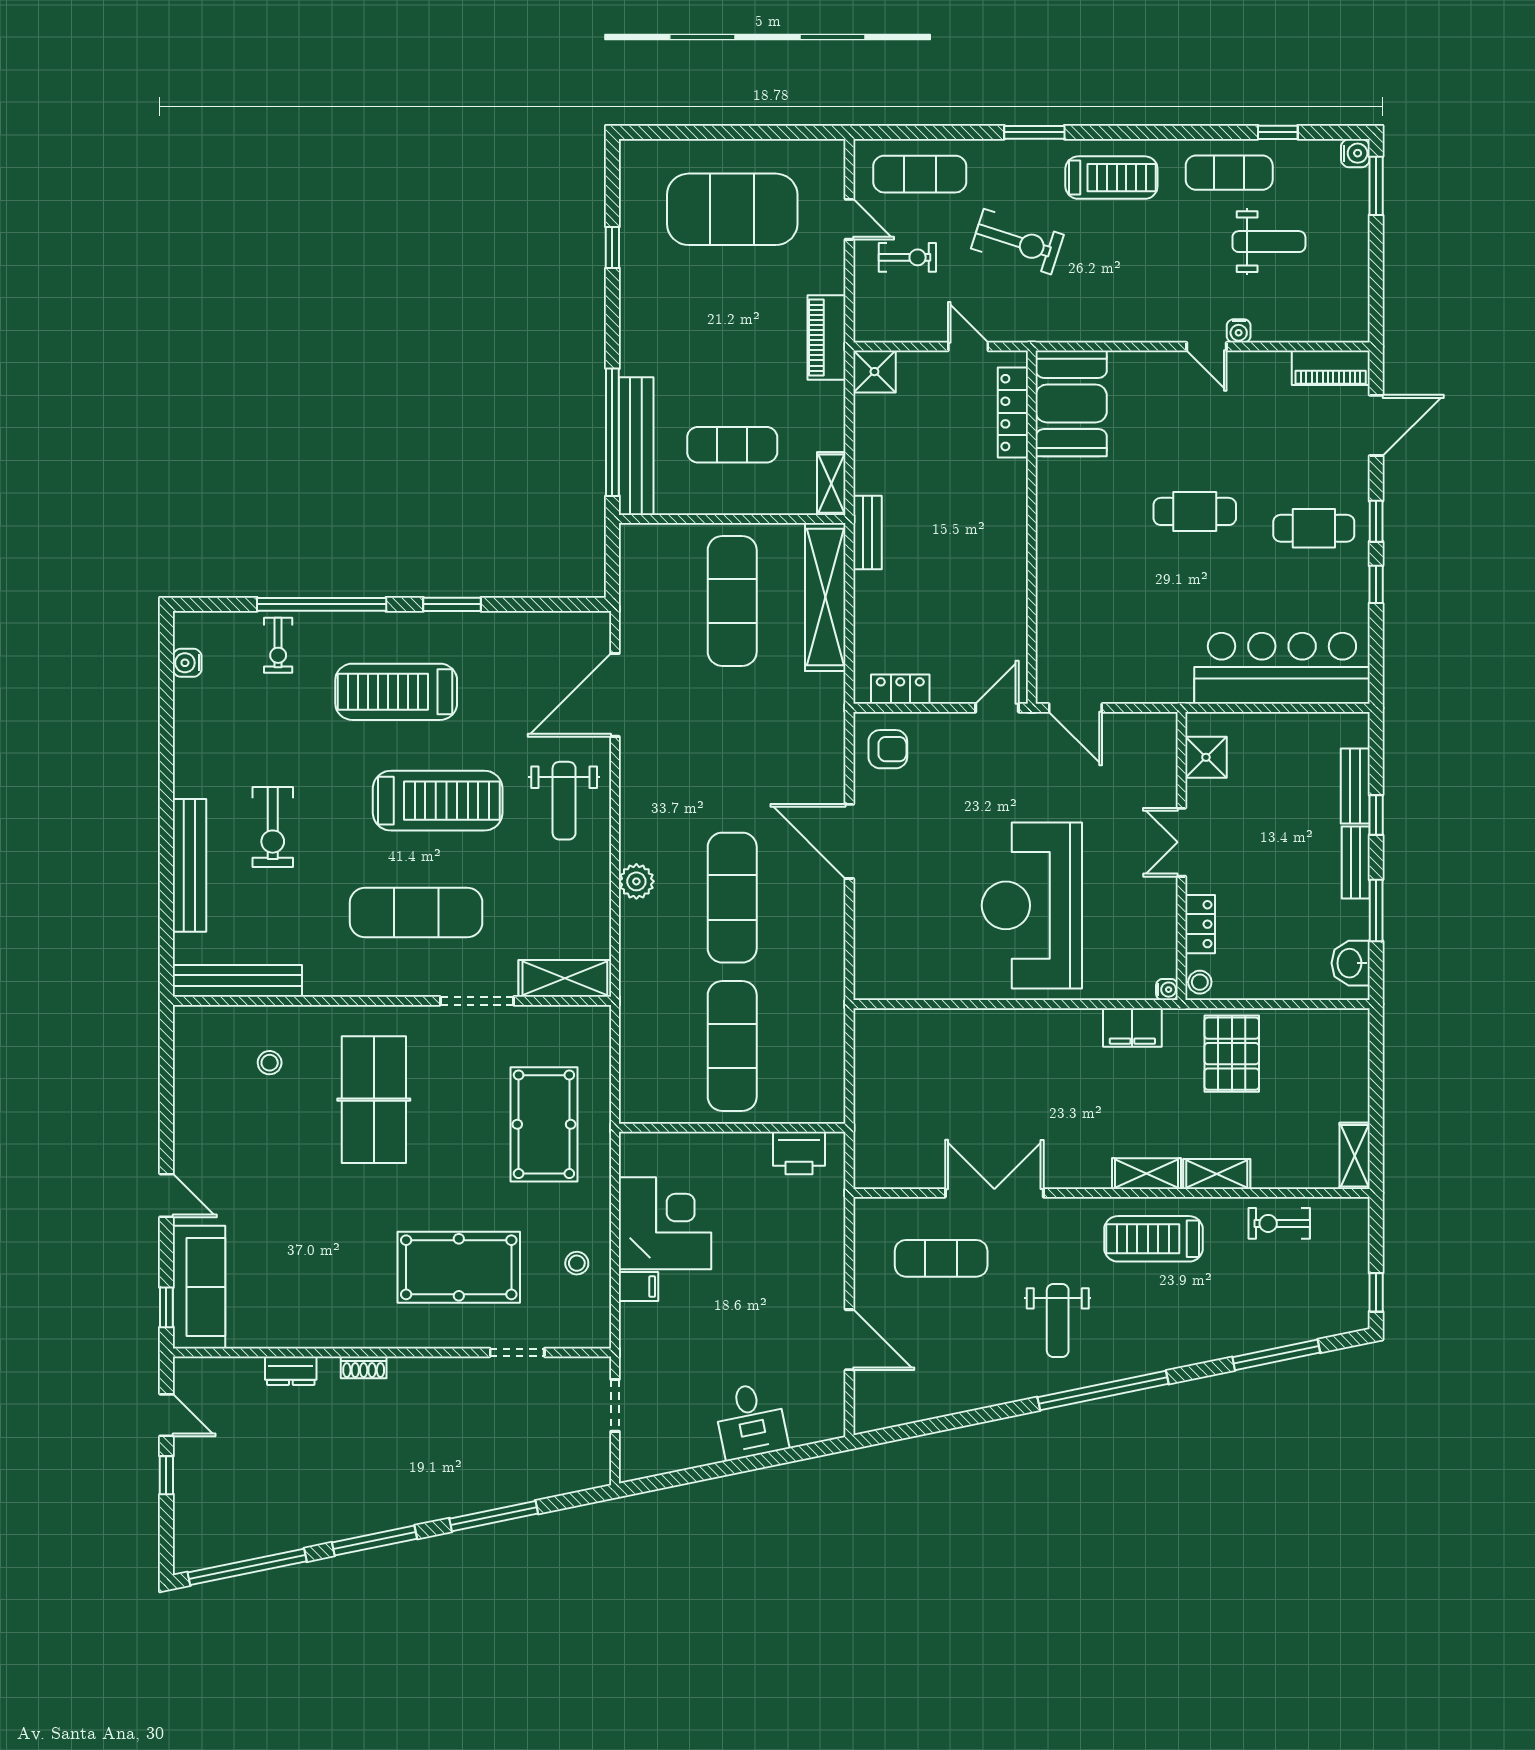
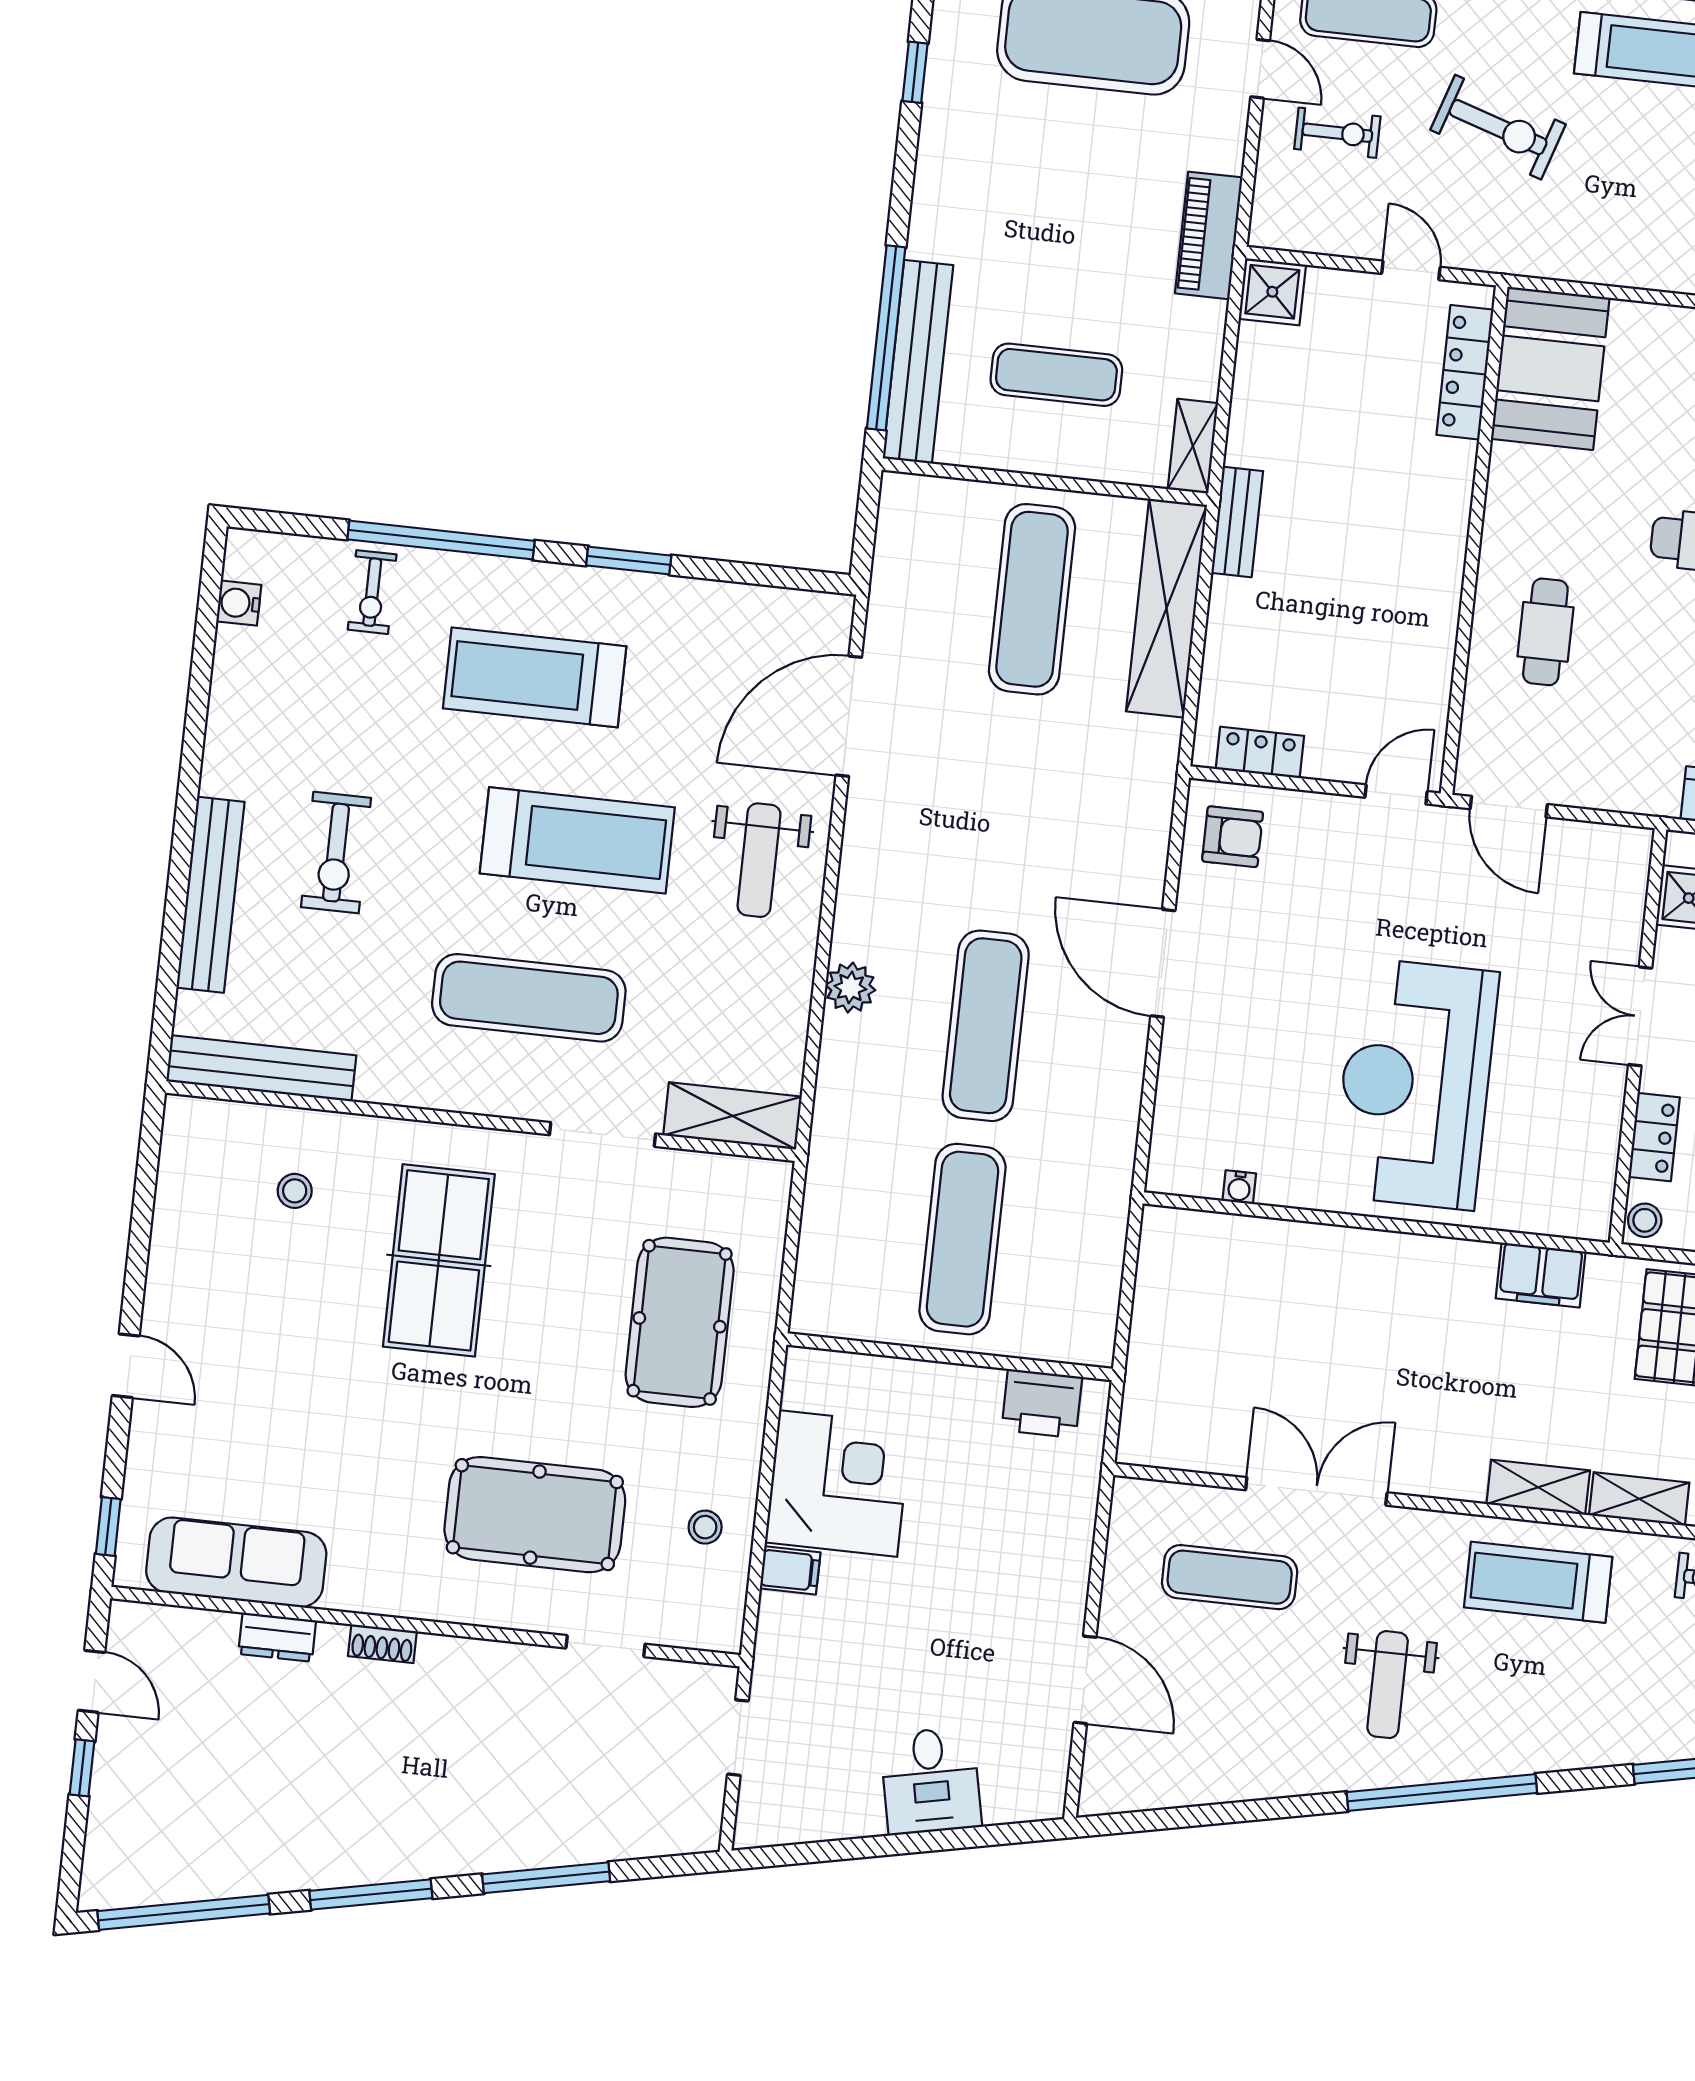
cafe table: (1088, 585) -> (1545, 632), added
water cooler: (1167, 990) -> (1239, 1187), moved, turned 90
sofa: (199, 1287) -> (236, 1562), moved, turned -90

